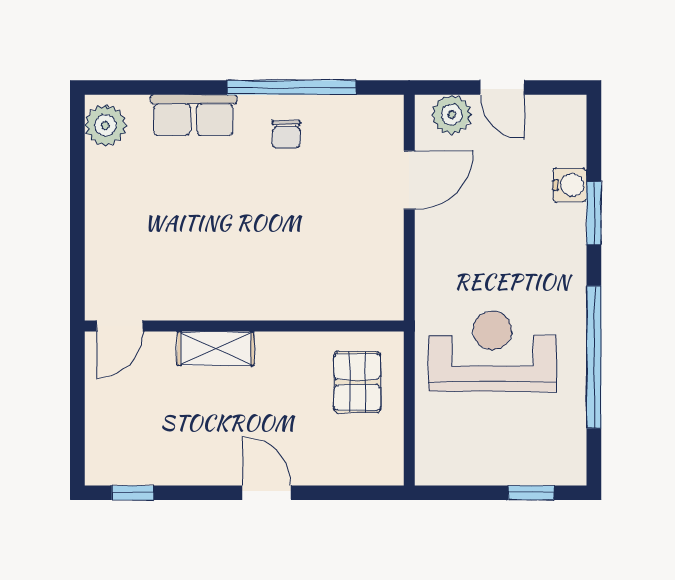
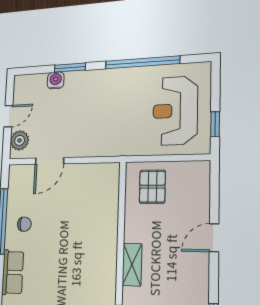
door: (409, 180) -> (50, 161), swing flipped
reception desk: (492, 351) -> (175, 111), moved
pallet: (357, 382) -> (152, 187), turned 90
window: (531, 493) -> (215, 124), moved

